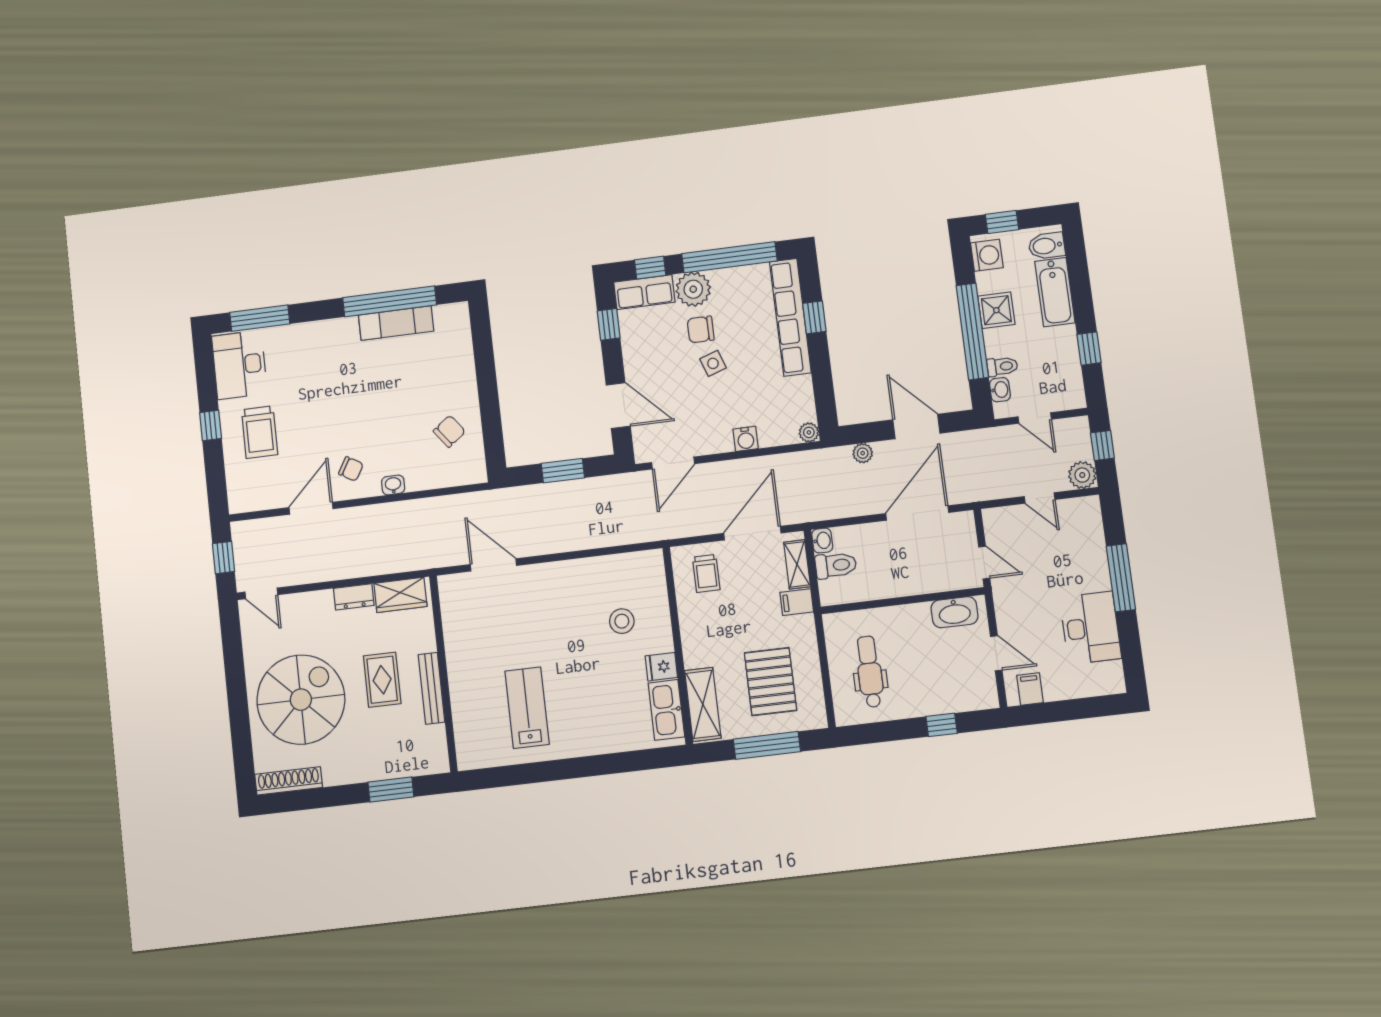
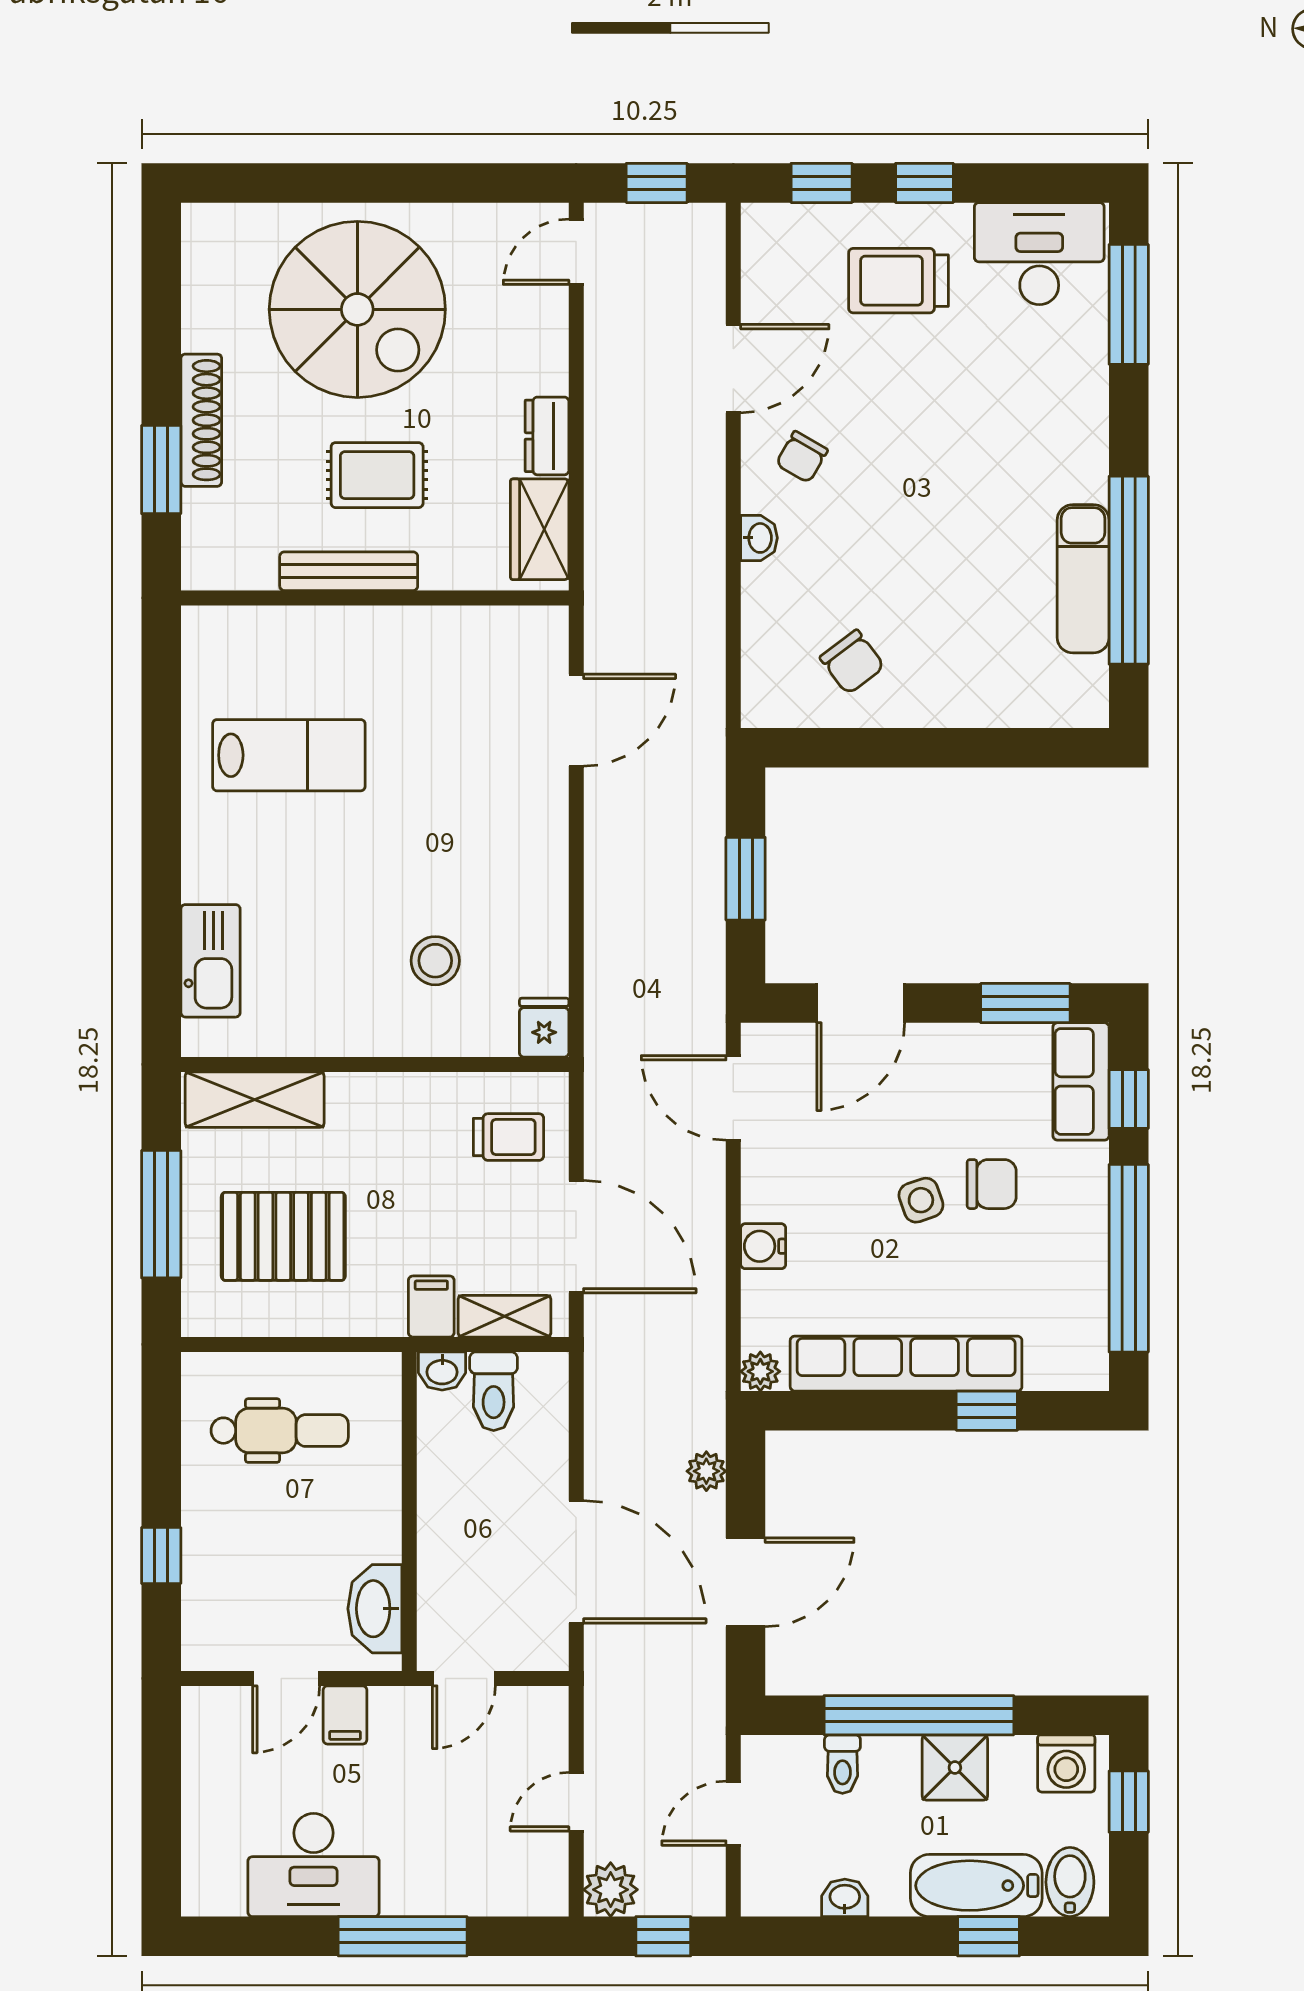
plant: (693, 289) -> (1074, 1179), removed
row of seats: (790, 317) -> (906, 1364), moved
window: (609, 324) -> (1025, 1003), width x1.50
chair: (701, 329) -> (992, 1184), turned 90
window: (1089, 349) -> (989, 1936), moved
washbasin: (1000, 390) -> (845, 1898), moved, turned 180
window: (216, 476) -> (822, 183), added
door: (311, 508) -> (733, 369), hinge flipped
washbasin: (822, 541) -> (442, 1371), moved
trolley: (706, 573) -> (508, 1137), turned 180
fridge: (661, 667) -> (544, 1028), moved
filing cabinet: (1030, 689) -> (345, 1715), moved, turned 90
kitchen sink: (666, 710) -> (210, 961), moved, turned 90
shoe rack: (289, 781) -> (201, 420), moved

